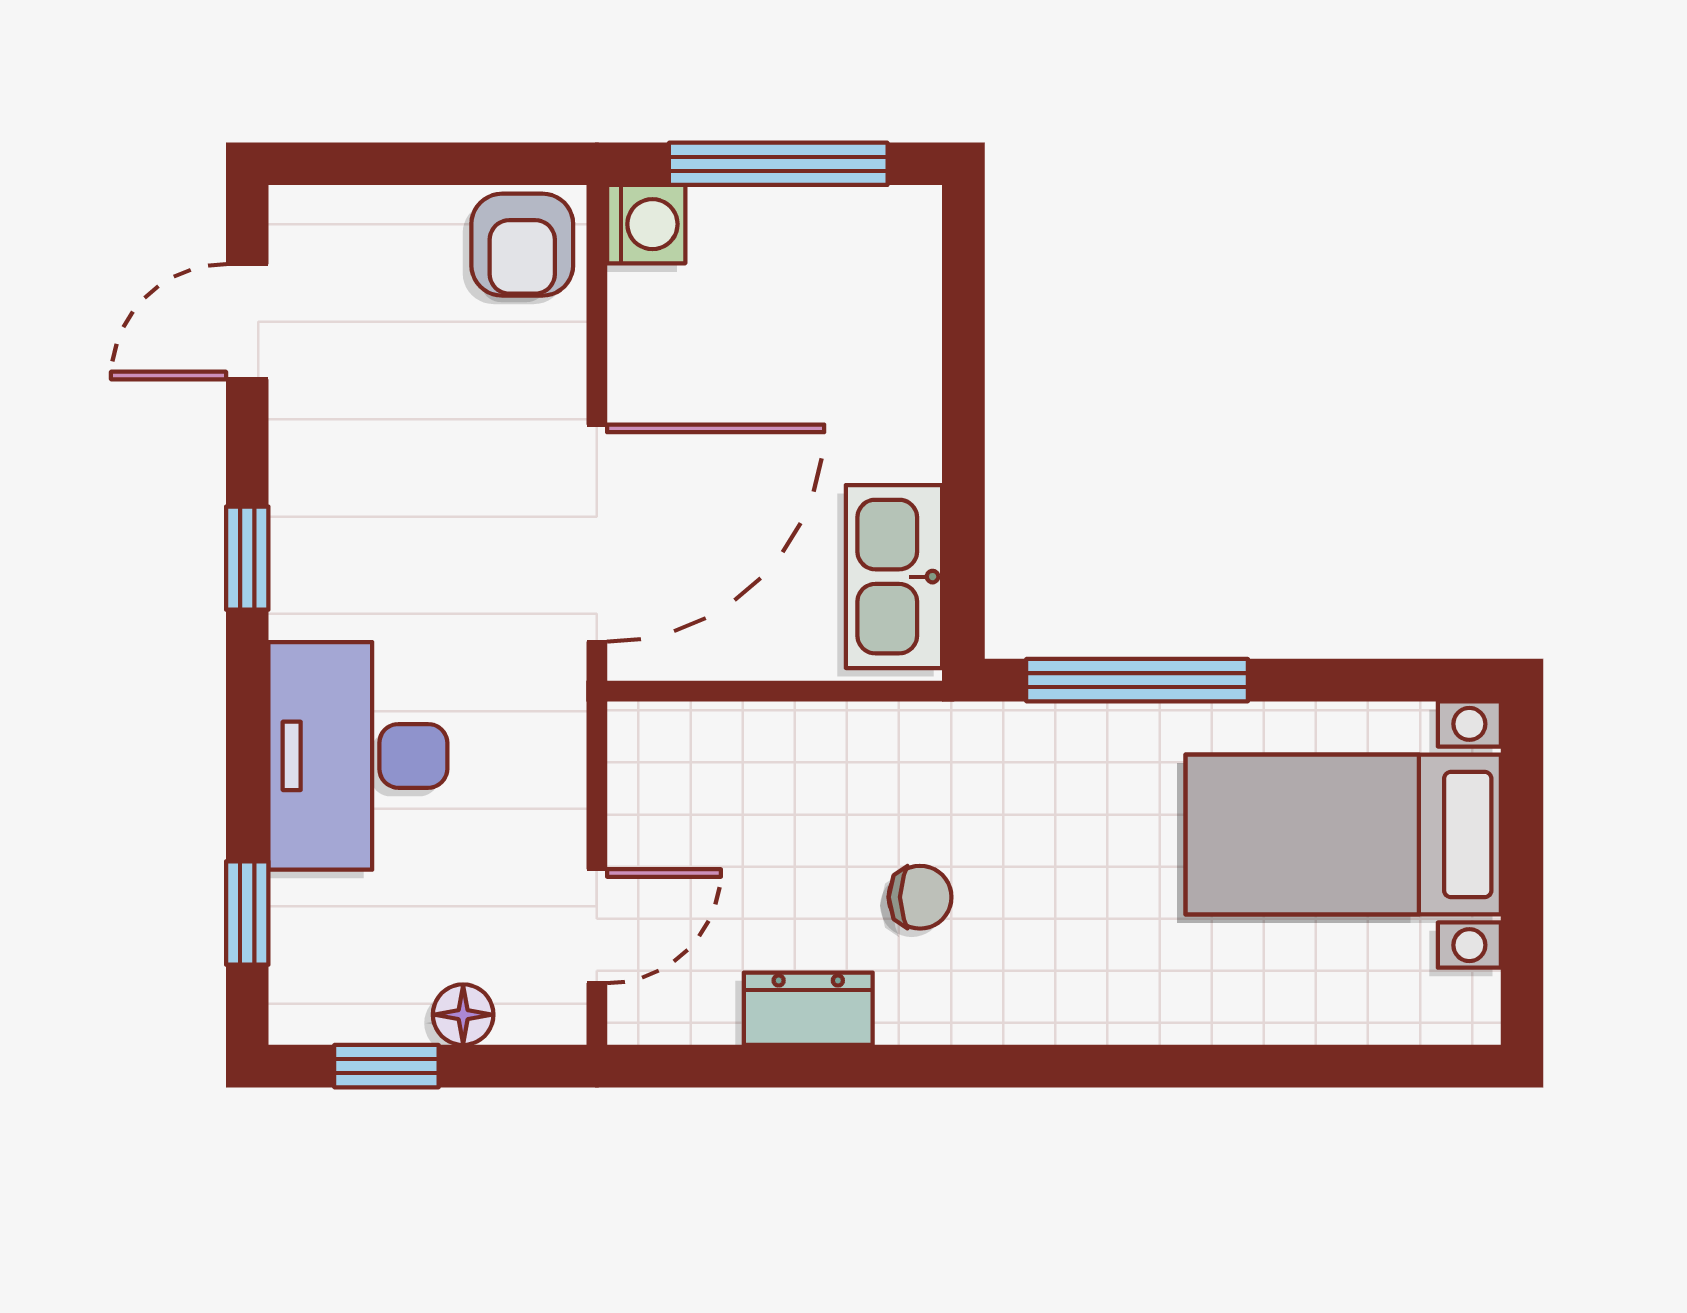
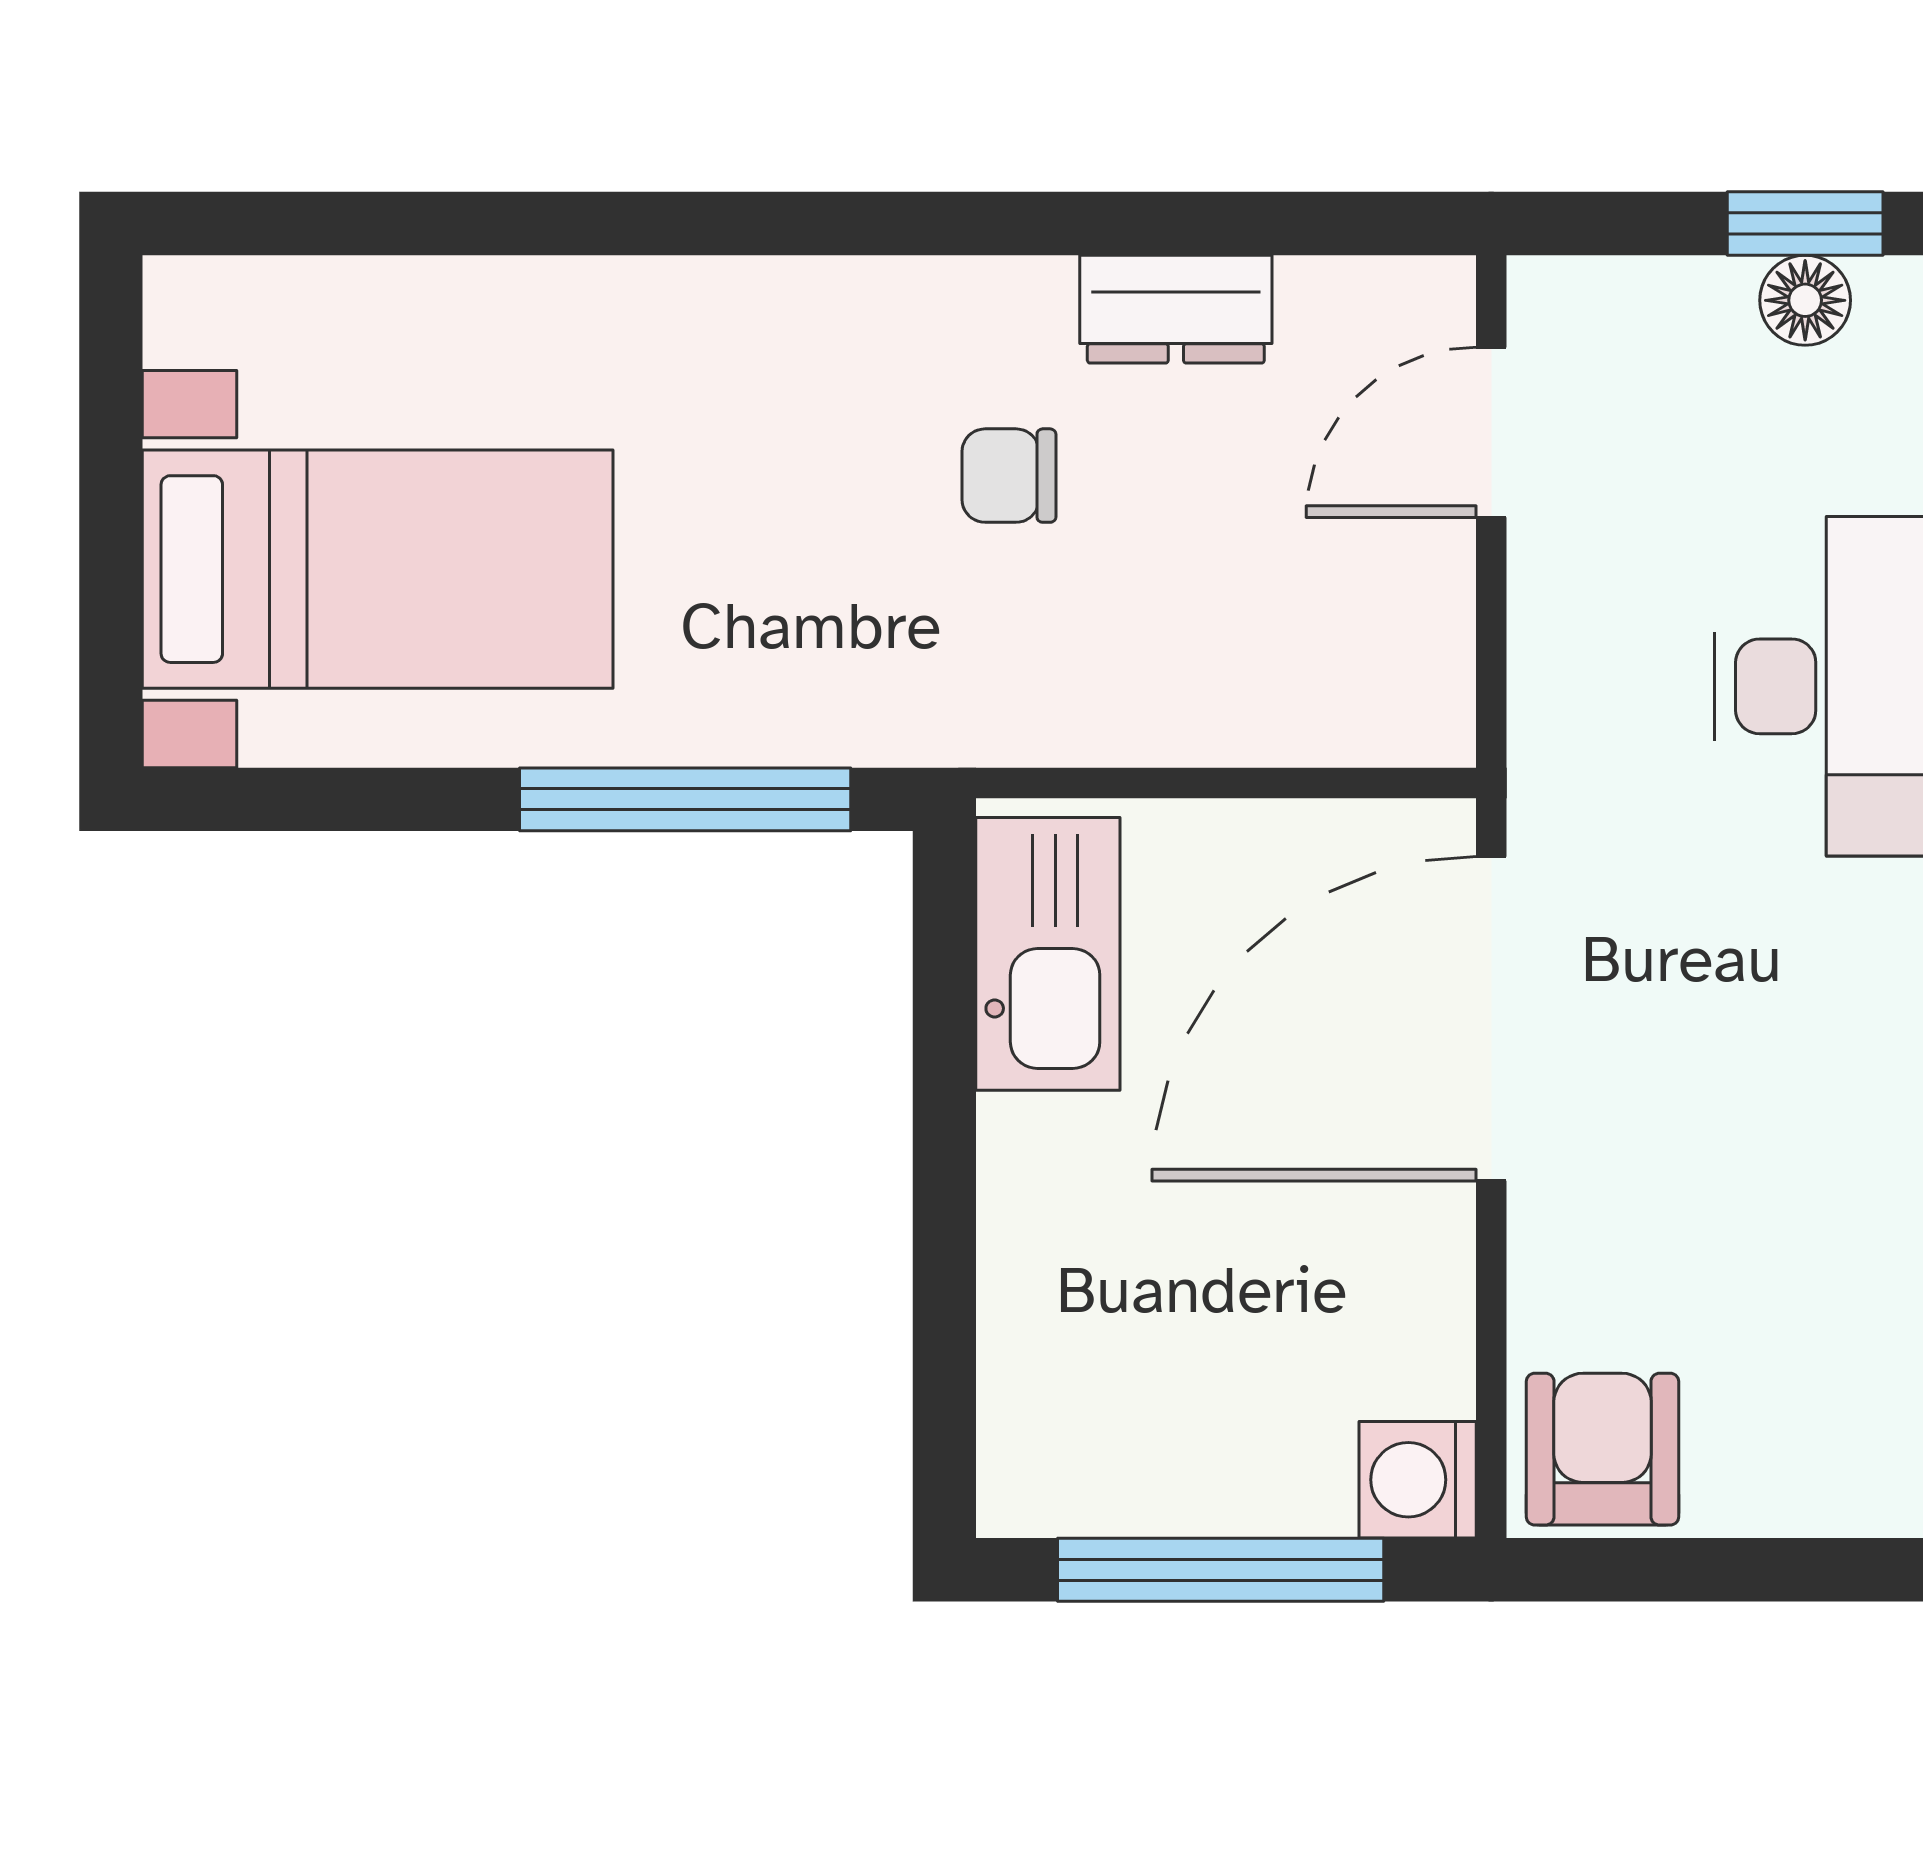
floor lamp: (463, 1015) -> (1805, 300), moved

